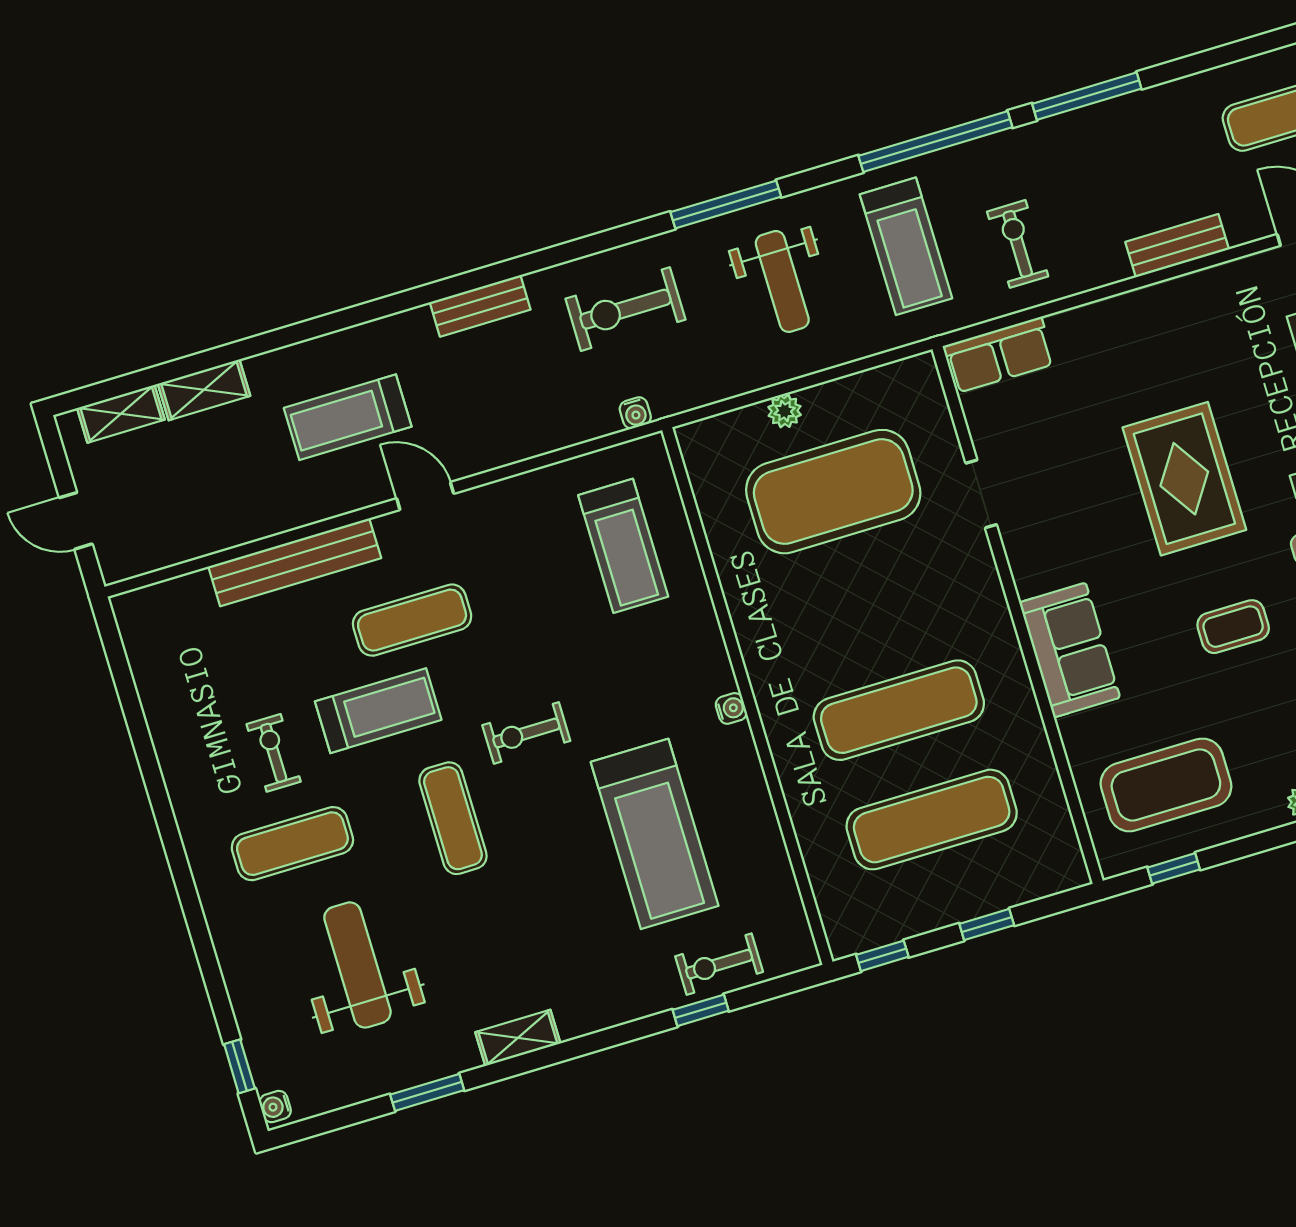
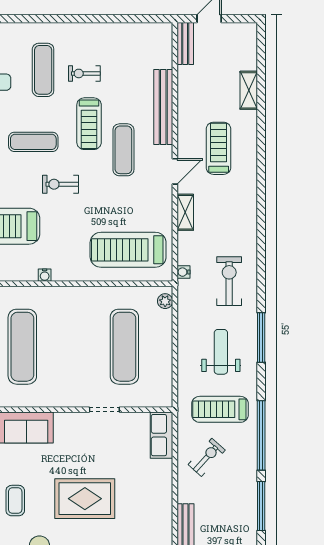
exercise bike: (1018, 244) -> (207, 457), turned -48
weight bench: (782, 281) -> (221, 352), turned 90
bench: (480, 306) -> (185, 44), moved
plant: (785, 411) -> (165, 301), moved
shelving: (121, 414) -> (185, 212), moved
exercise mat: (833, 492) -> (124, 347), width x0.68
treadmill: (623, 546) -> (128, 250), width x1.37, depth x1.38
exercise bike: (526, 733) -> (60, 184), turned -90
exercise bike: (274, 753) -> (84, 73), turned 180

